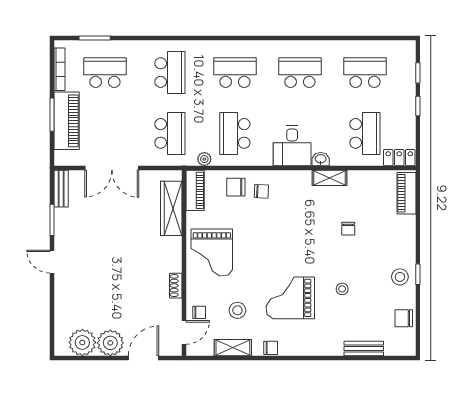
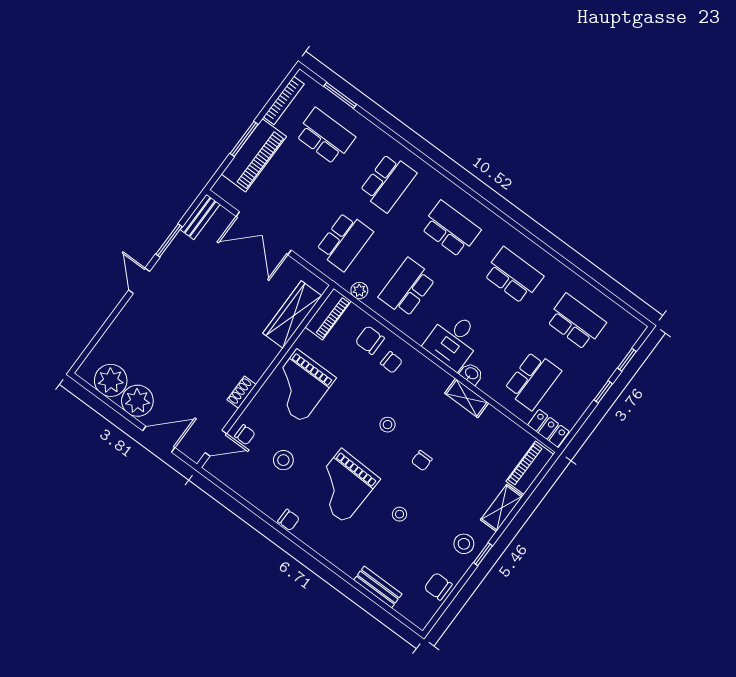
chair: (348, 229) -> (422, 461), moved
stool: (290, 235) -> (388, 425), added
grand piano: (290, 298) -> (343, 486), turned -88
shelving: (233, 348) -> (502, 508), moved, turned 90

